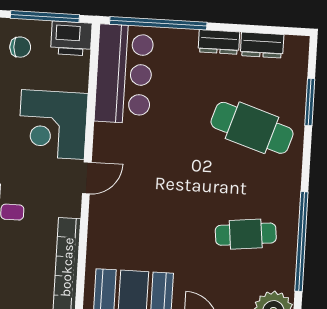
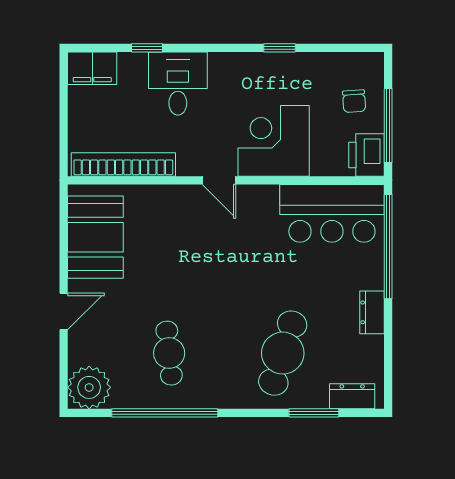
dresser: (262, 45) -> (352, 396), moved, turned 90

